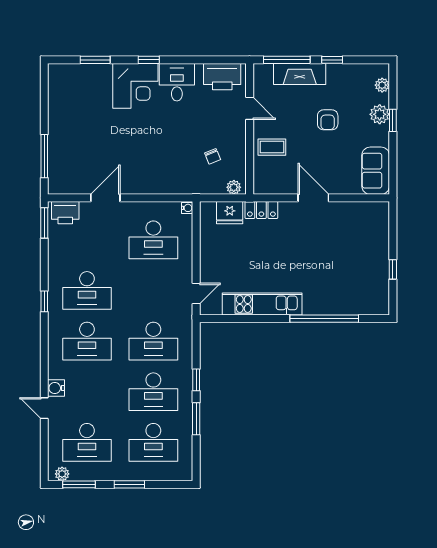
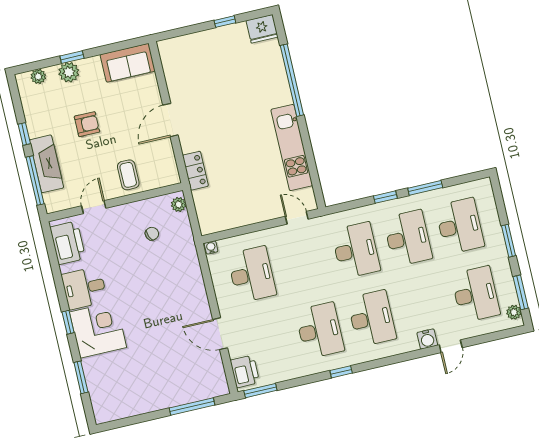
fridge: (230, 213) -> (262, 29), moved, turned 90

